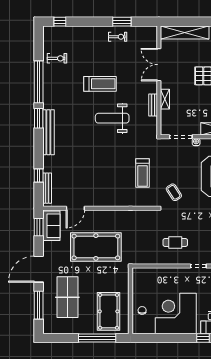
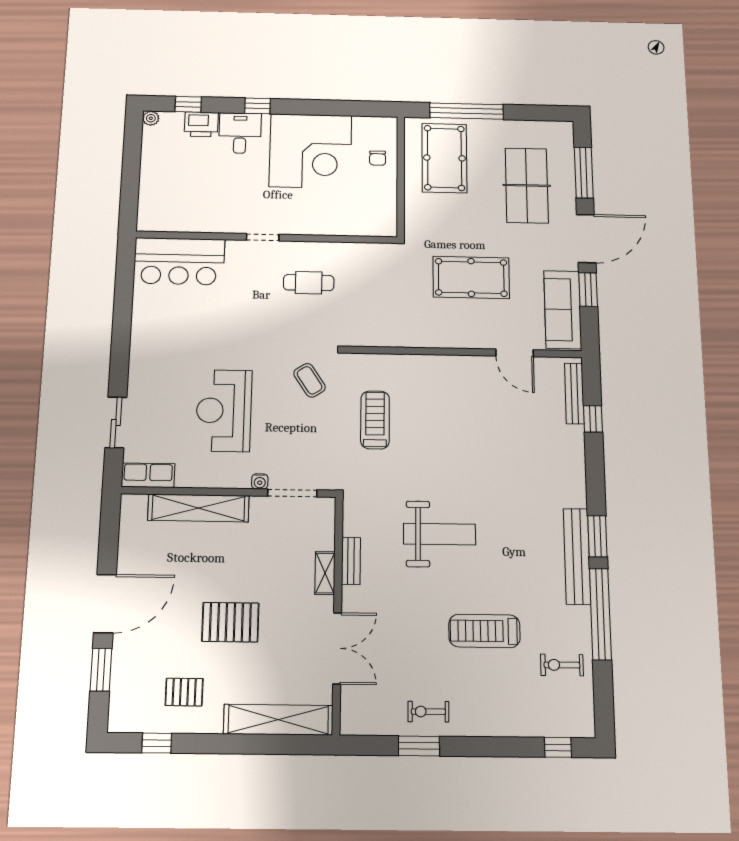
treadmill: (100, 84) -> (484, 631), moved
bench: (48, 132) -> (577, 556), moved
door: (75, 208) -> (515, 353), swing flipped
sofa: (51, 226) -> (563, 310), width x1.36
window: (39, 227) -> (588, 290), moved
pool table: (96, 247) -> (471, 277), width x0.73, depth x0.76

